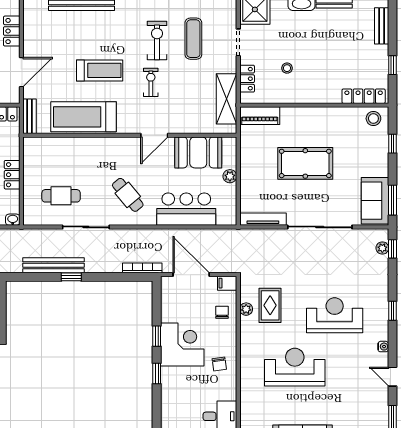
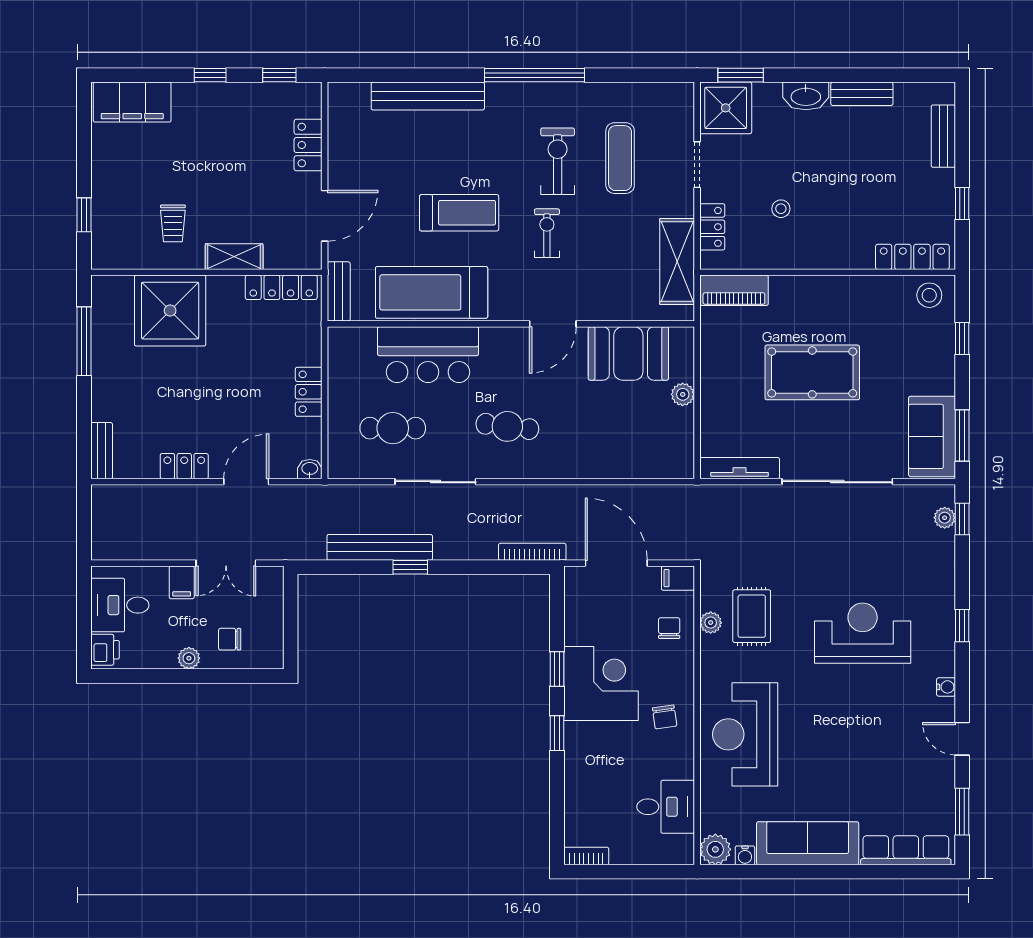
cafe table: (128, 195) -> (507, 426), turned -43
bar counter: (186, 209) -> (428, 355), moved, turned 180
reception desk: (295, 367) -> (745, 734), moved, turned -90

